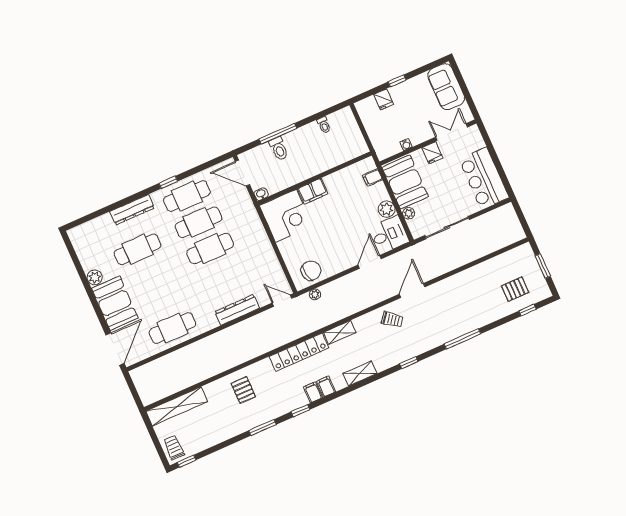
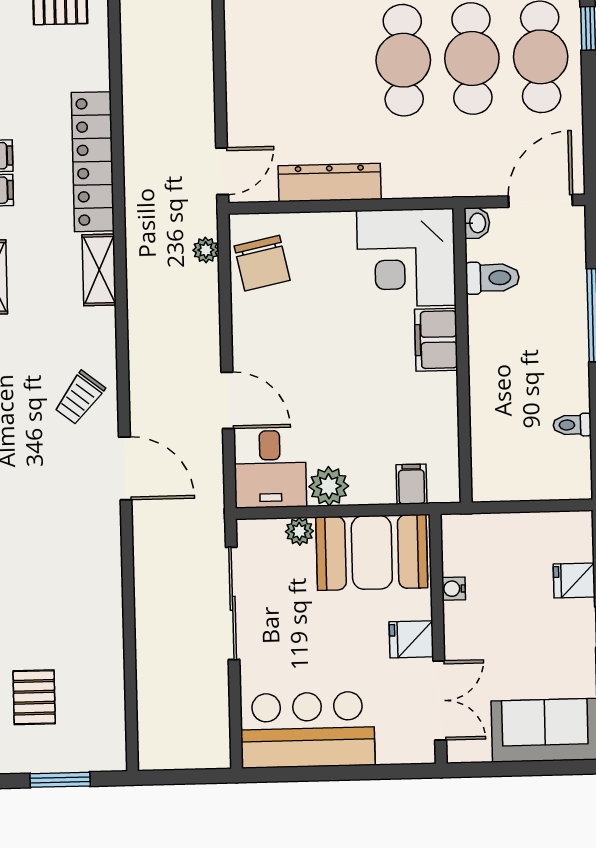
toilet: (279, 149) -> (492, 278), moved, turned 180
dresser: (237, 310) -> (330, 183), moved, turned -90

